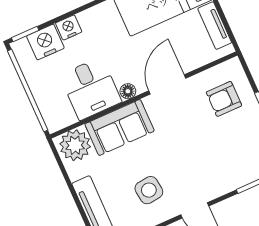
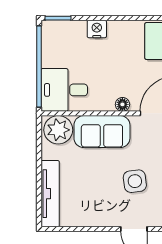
nightstand: (45, 42) -> (72, 32), removed
desk: (91, 89) -> (64, 90), moved, turned 90
side table: (149, 190) -> (135, 181), moved

